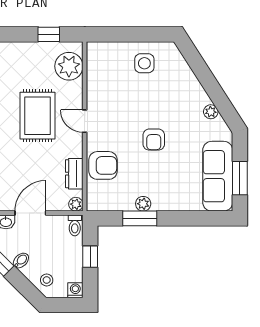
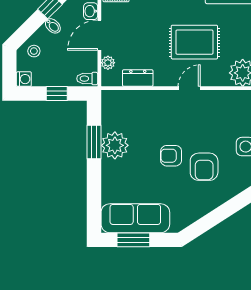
plant: (211, 112) -> (198, 211), removed
armchair: (103, 165) -> (204, 167), moved
plant: (76, 204) -> (108, 63), moved
plant: (143, 204) -> (115, 145), width x1.88, depth x1.88
door: (30, 213) -> (99, 35), swing flipped

